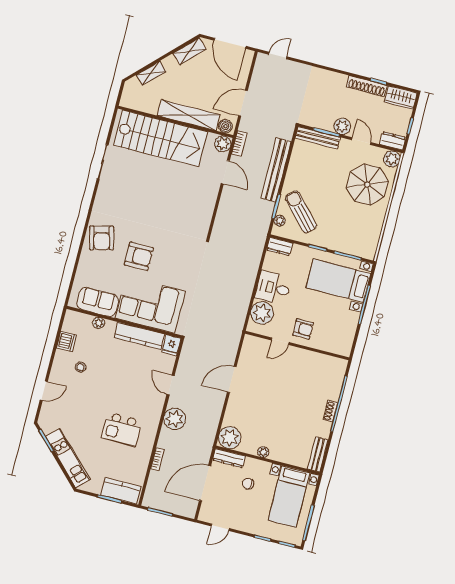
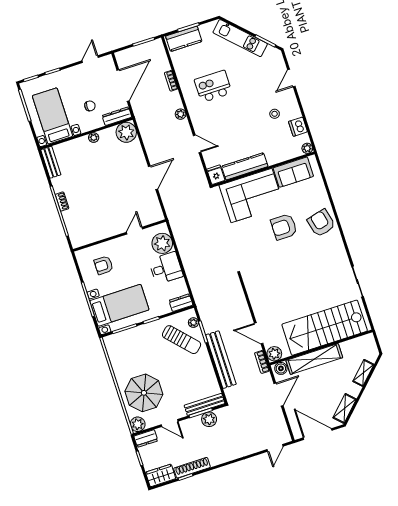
plant: (342, 126) -> (209, 419), moved
plant: (99, 323) -> (307, 148), moved
armchair: (303, 329) -> (104, 265), moved
plant: (175, 419) -> (181, 114), width x0.53, depth x0.53

